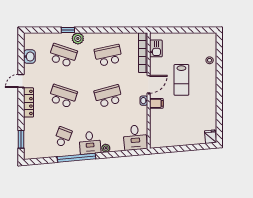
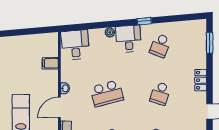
school desk: (63, 96) -> (160, 93), width x0.54
locker: (28, 102) -> (201, 80), width x0.66
filing cabinet: (156, 103) -> (50, 63), moved
window: (77, 158) -> (144, 21), width x0.32

